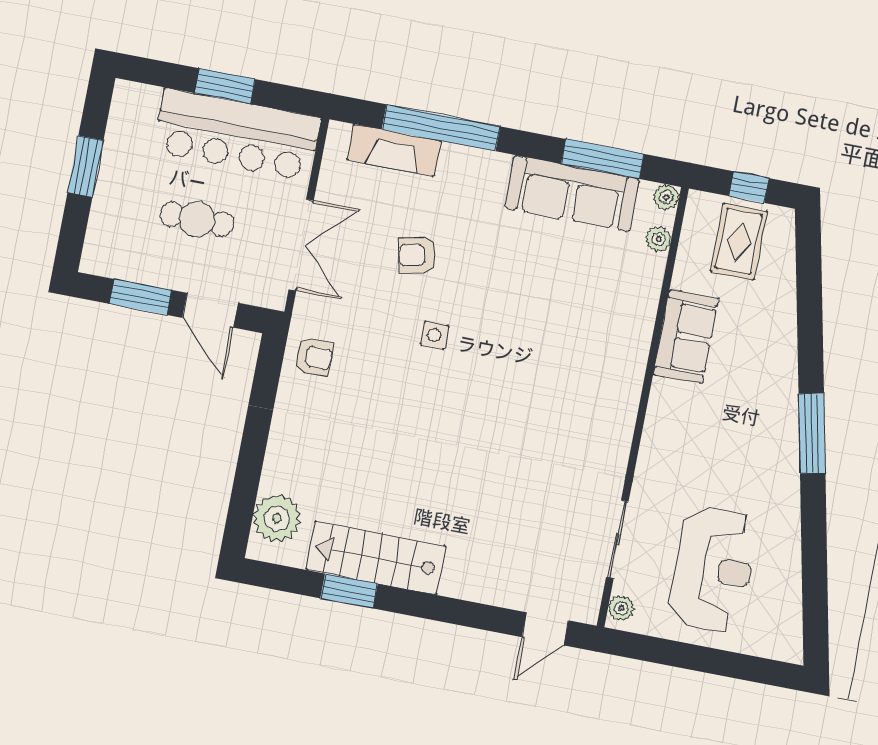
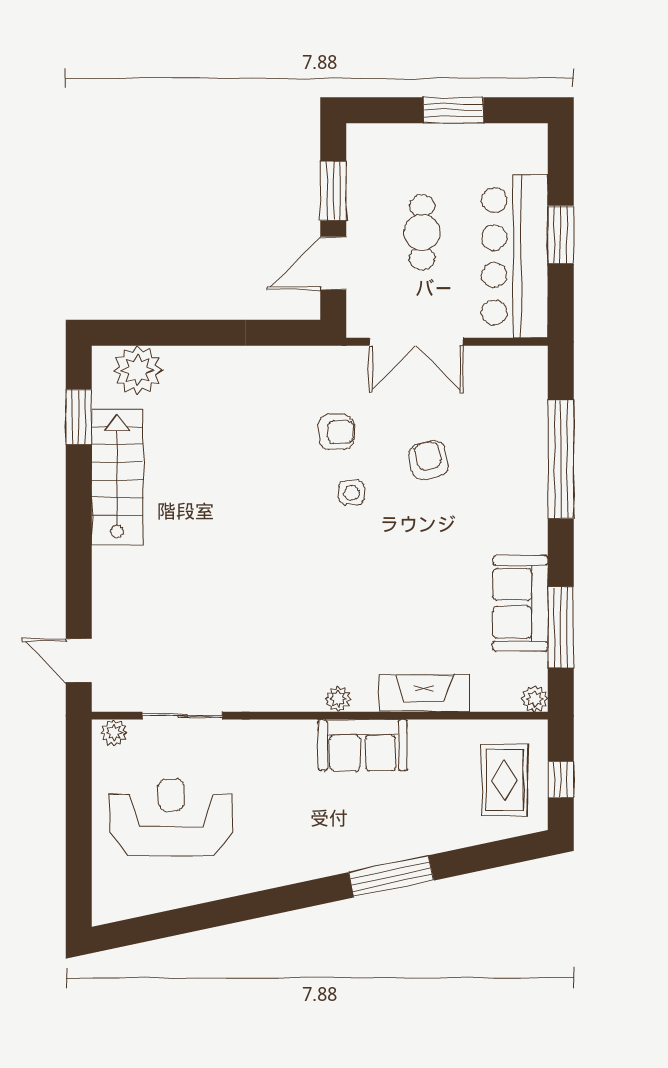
fireplace: (394, 150) -> (424, 693), moved, turned 90
sofa: (572, 193) -> (520, 603), width x0.73
plant: (658, 239) -> (338, 699), moved
rug: (739, 241) -> (504, 780), turned 90
sofa: (686, 337) -> (363, 745), moved
armchair: (314, 357) -> (336, 432), moved, turned -90
window: (812, 433) -> (391, 876), moved
reception desk: (713, 569) -> (171, 817), turned 180
window: (349, 591) -> (79, 417), moved

